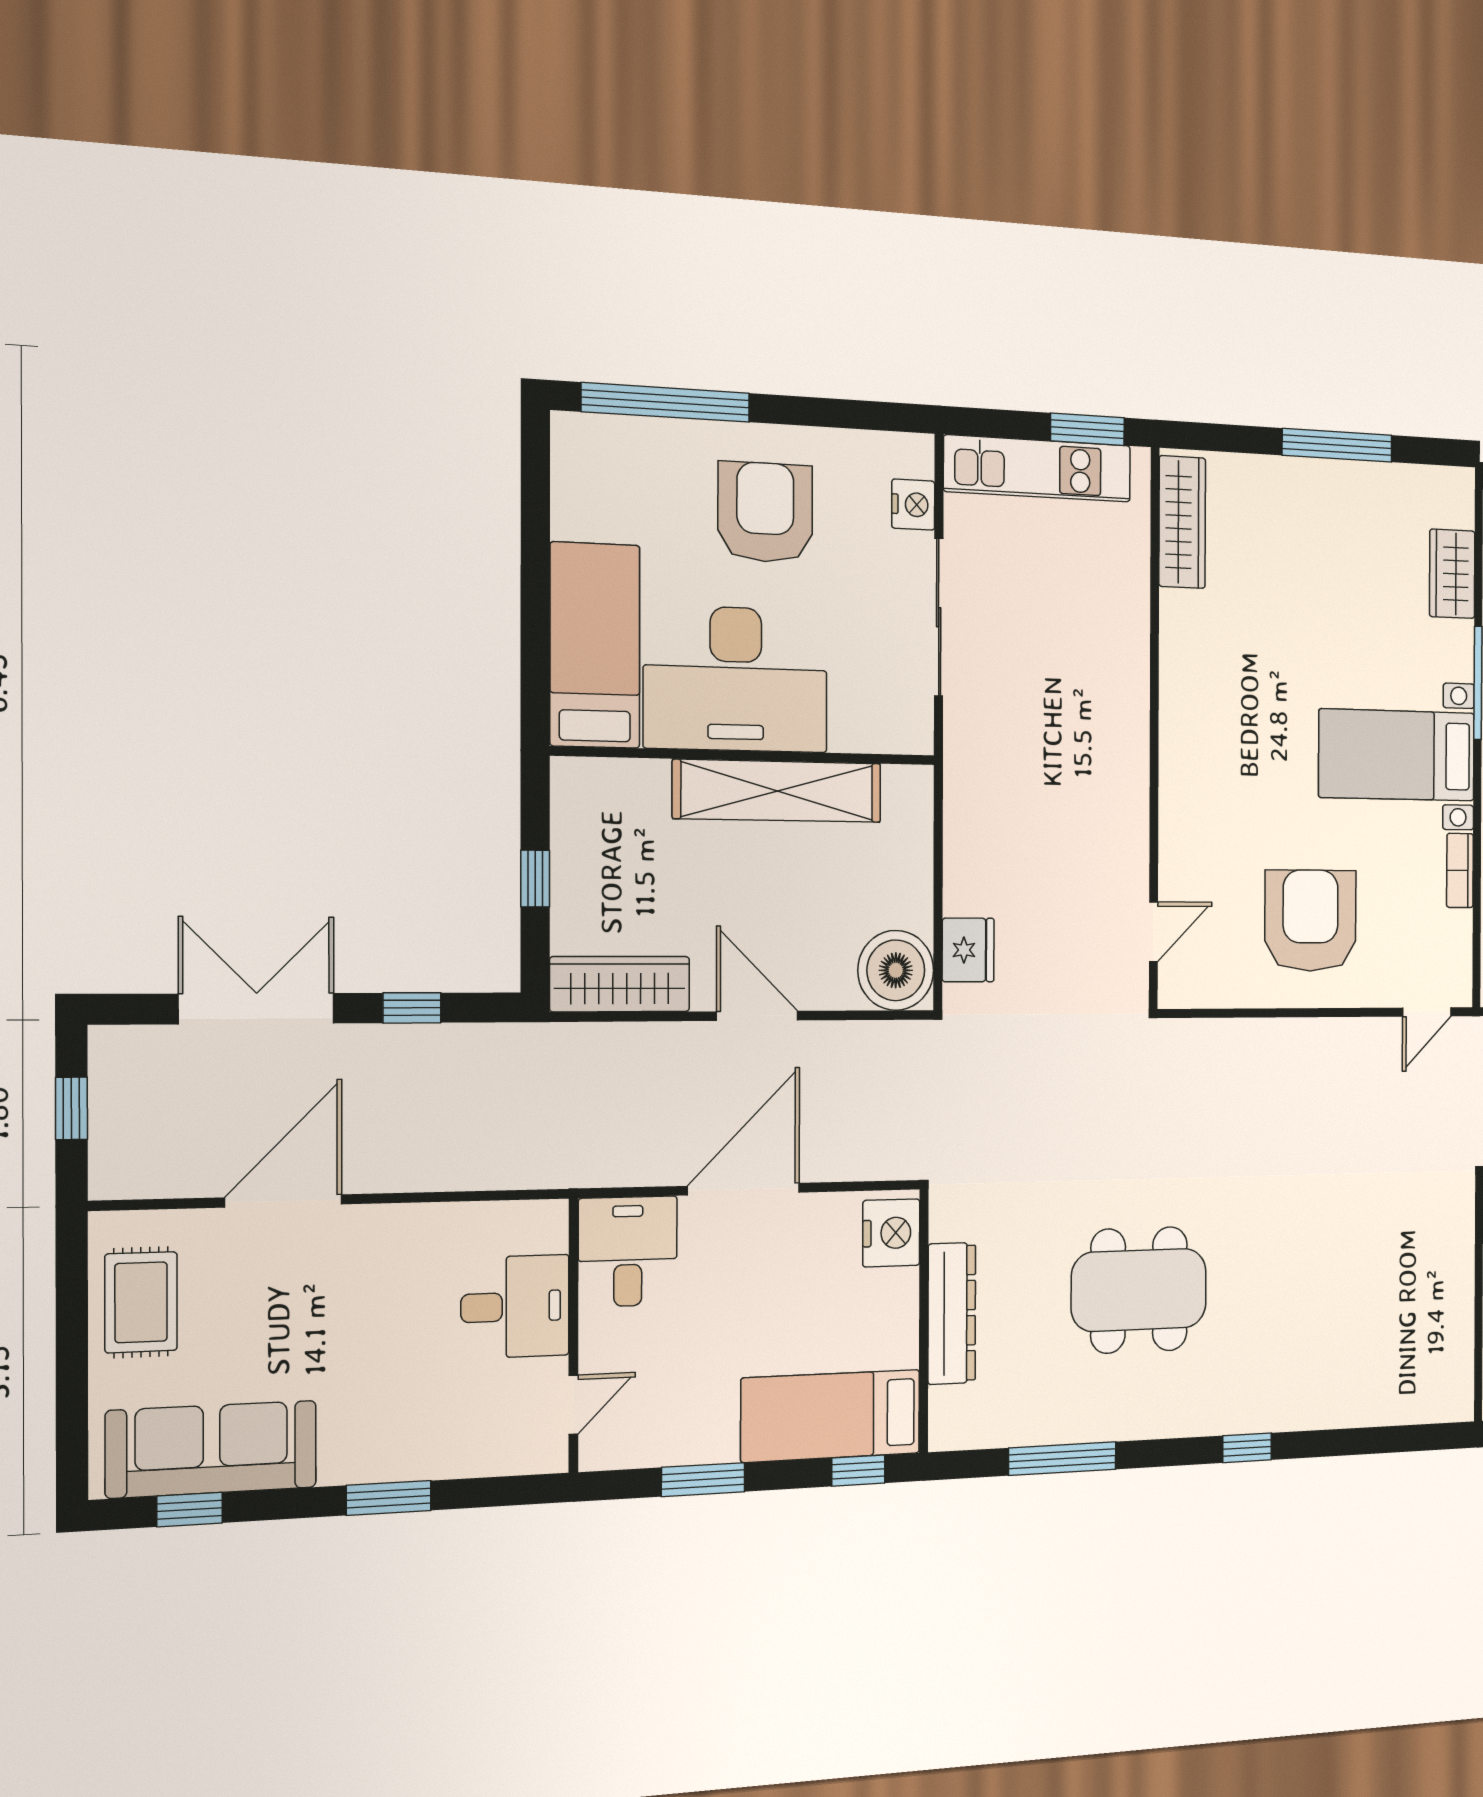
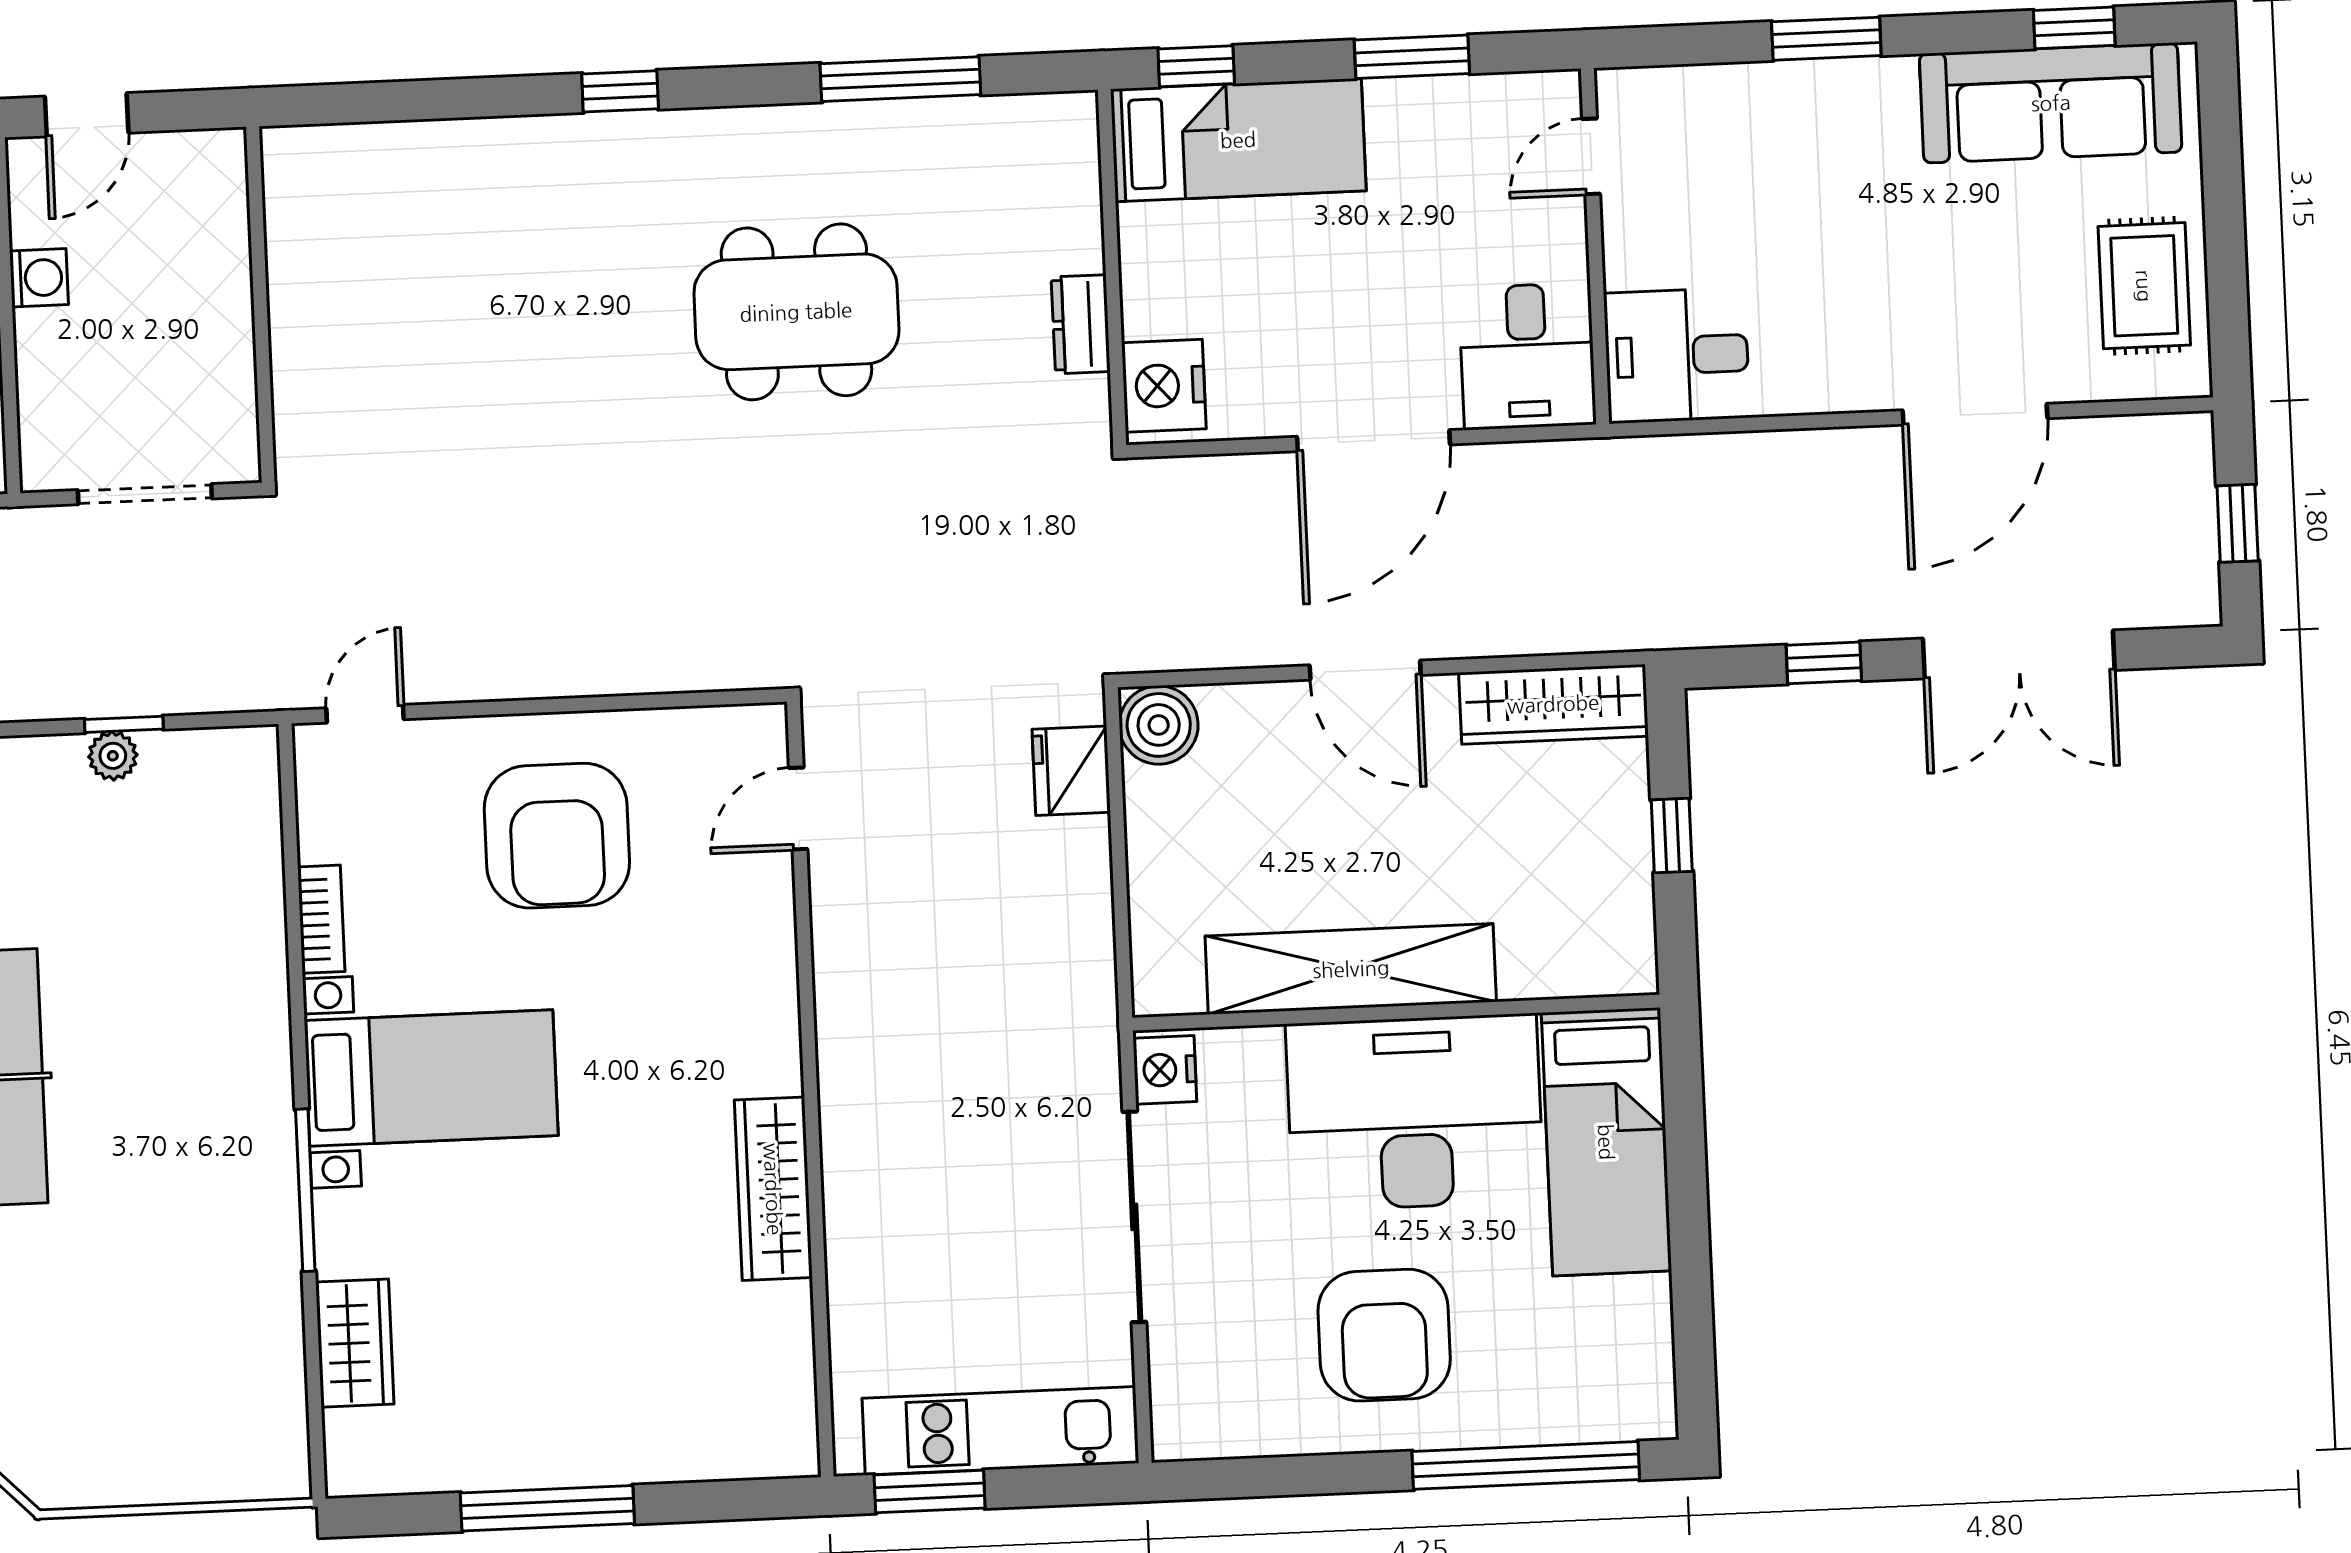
nightstand: (913, 505) -> (1165, 1070), moved
wardrobe: (1182, 522) -> (773, 1189), moved
boiler: (896, 970) -> (1159, 725), width x0.73, depth x0.73
desk: (515, 1307) -> (1677, 355), moved
dresser: (952, 1313) -> (1081, 324), width x0.51, depth x0.80

